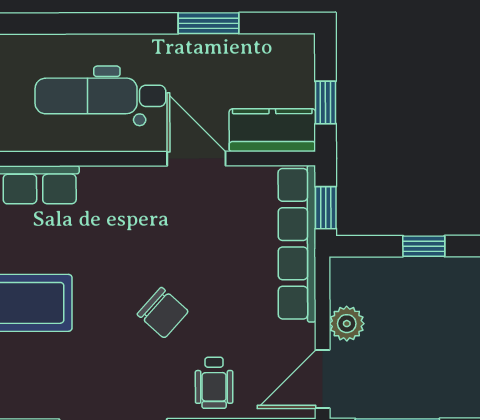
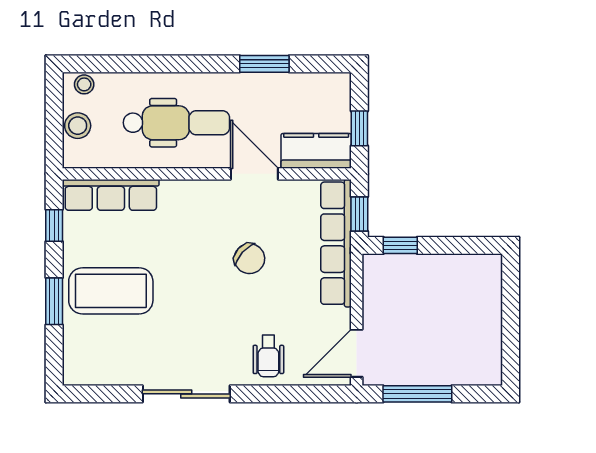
dental chair: (100, 96) -> (176, 123), turned 180
window: (424, 246) -> (400, 245), moved
chair: (163, 313) -> (249, 259), moved
plant: (347, 324) -> (376, 308), removed

